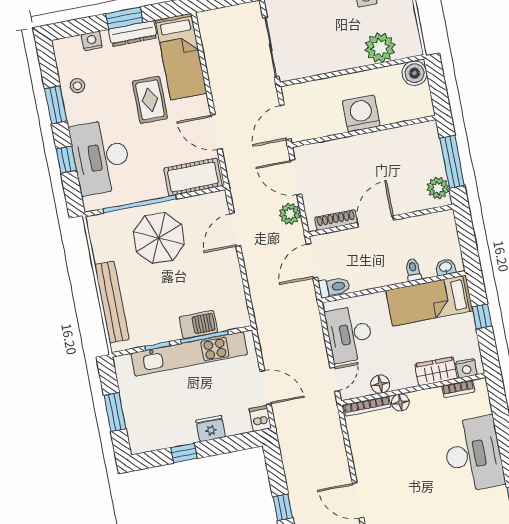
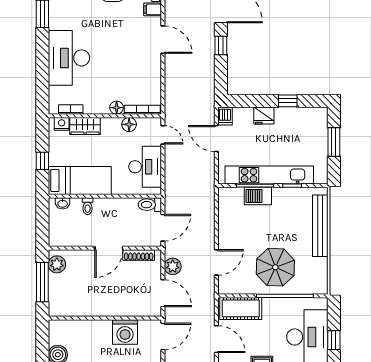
washing machine: (361, 113) -> (125, 332), moved
door: (335, 379) -> (163, 135), swing flipped

